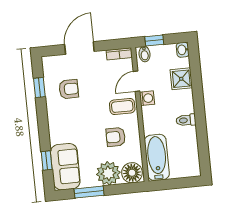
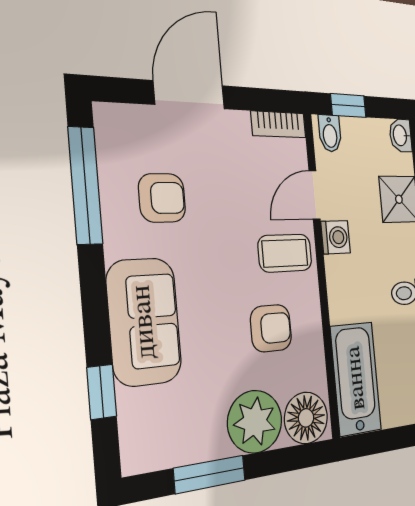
window: (39, 87) -> (85, 185), width x2.17
armchair: (116, 137) -> (271, 328), turned 180
sofa: (65, 167) -> (144, 322), moved

